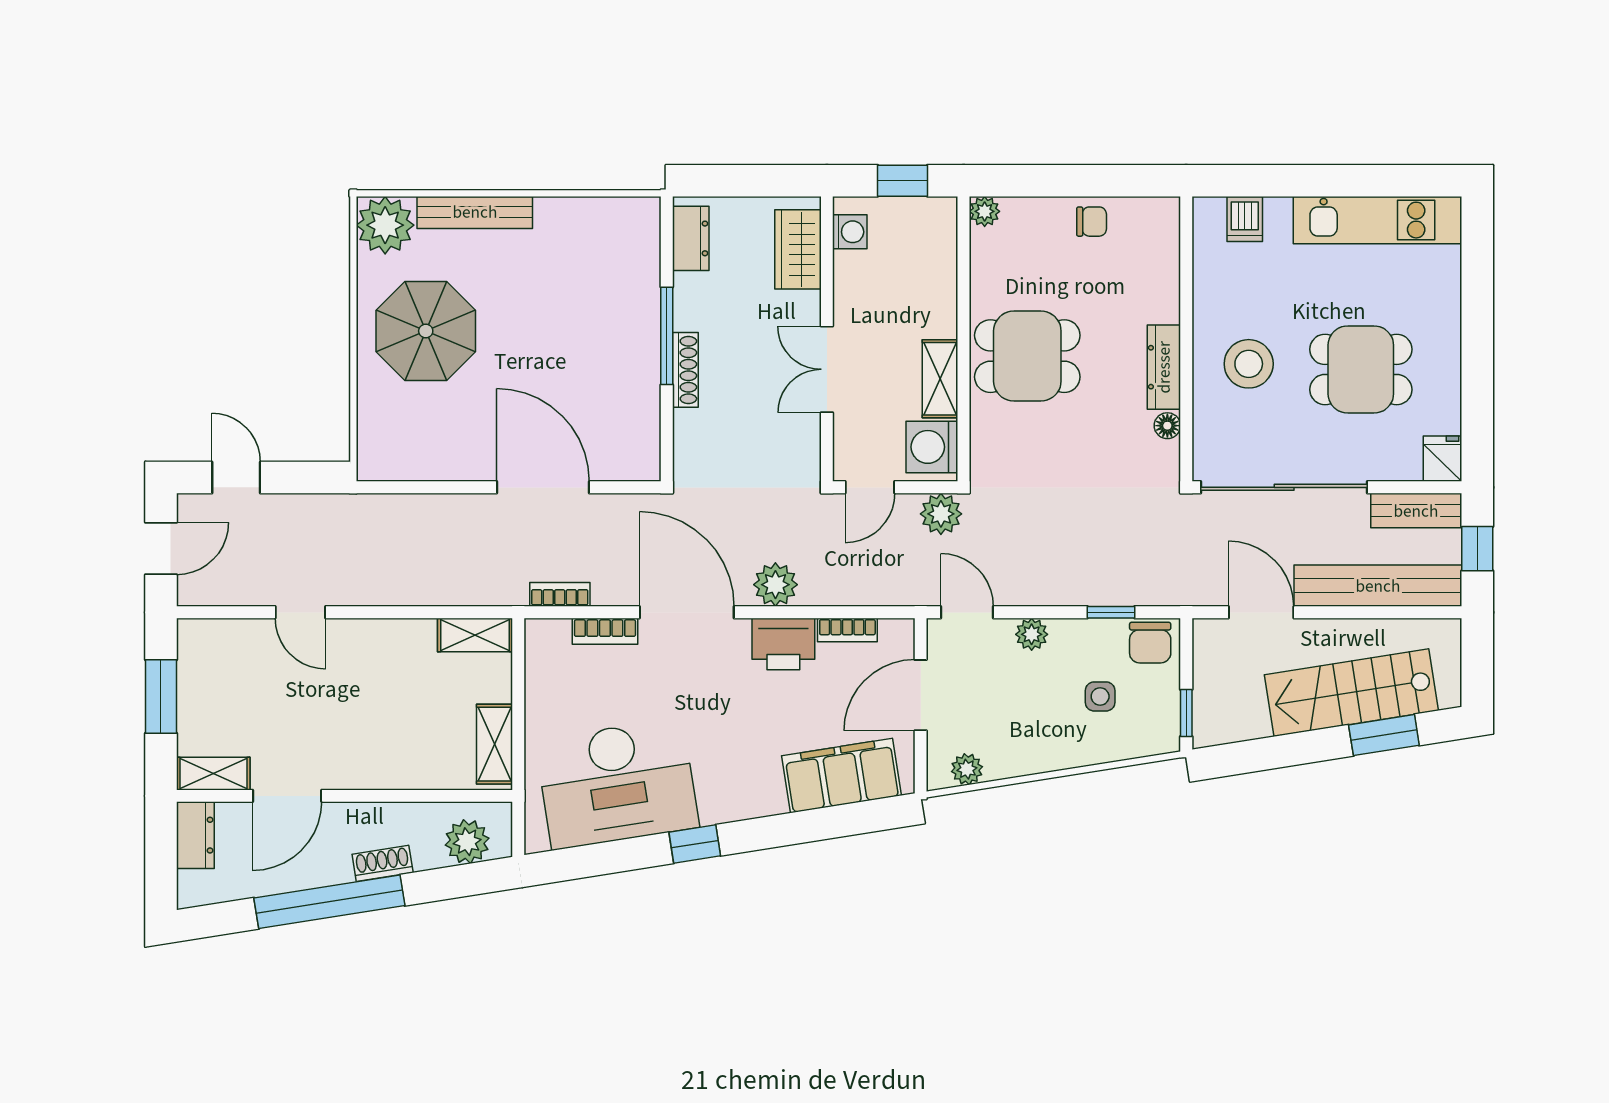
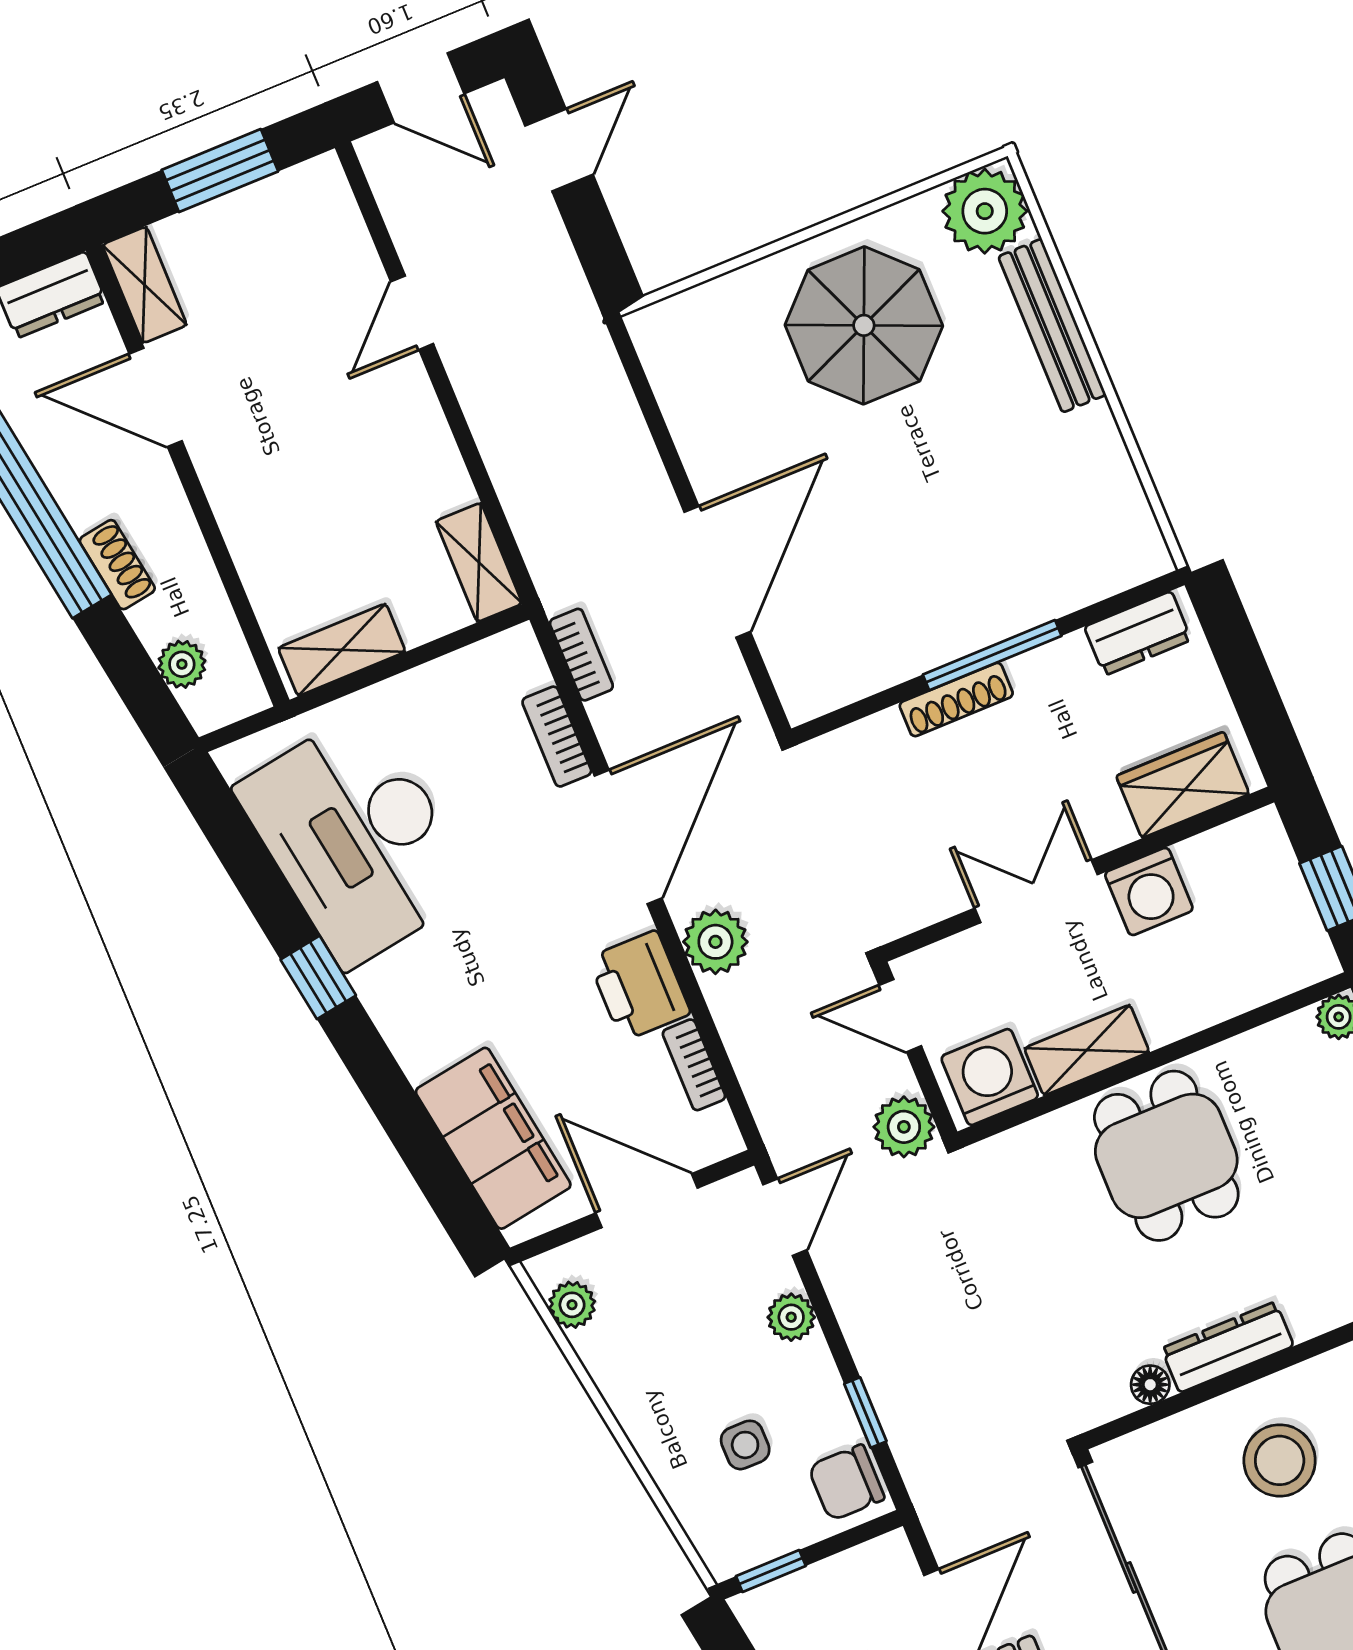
washing machine: (850, 232) -> (1149, 891), moved, width x1.38, depth x1.38
plant: (467, 842) -> (182, 664), width x0.73, depth x0.73

